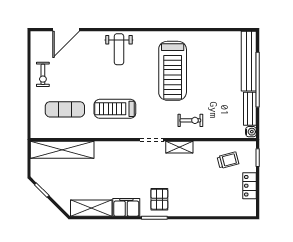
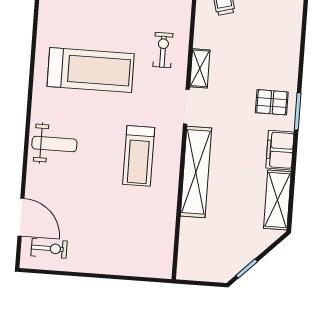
exercise bike: (43, 74) -> (49, 248), moved
exercise mat: (65, 109) -> (134, 227), removed
shelving: (62, 150) -> (196, 172), moved

